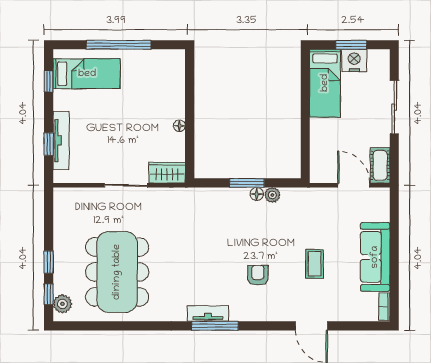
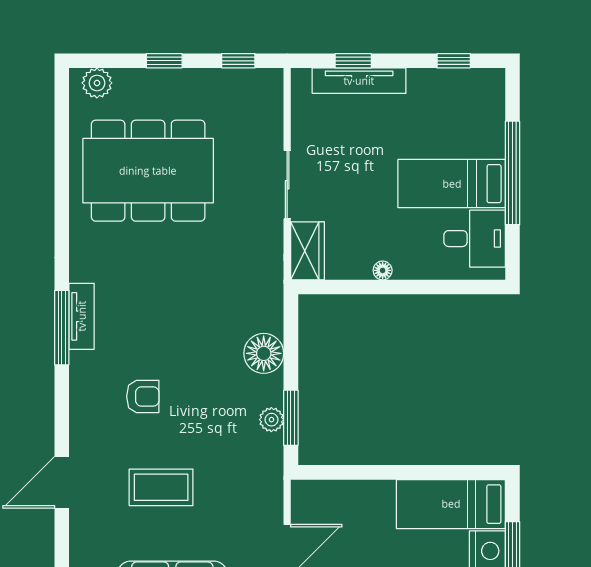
desk: (159, 68) -> (475, 239), added
bed: (87, 74) -> (452, 184), moved, turned 90
window: (247, 183) -> (291, 418), moved
floor lamp: (257, 194) -> (264, 353), moved, width x1.89, depth x1.89
coffee table: (315, 264) -> (161, 487), width x1.36, depth x1.30
window: (49, 294) -> (238, 61), moved

